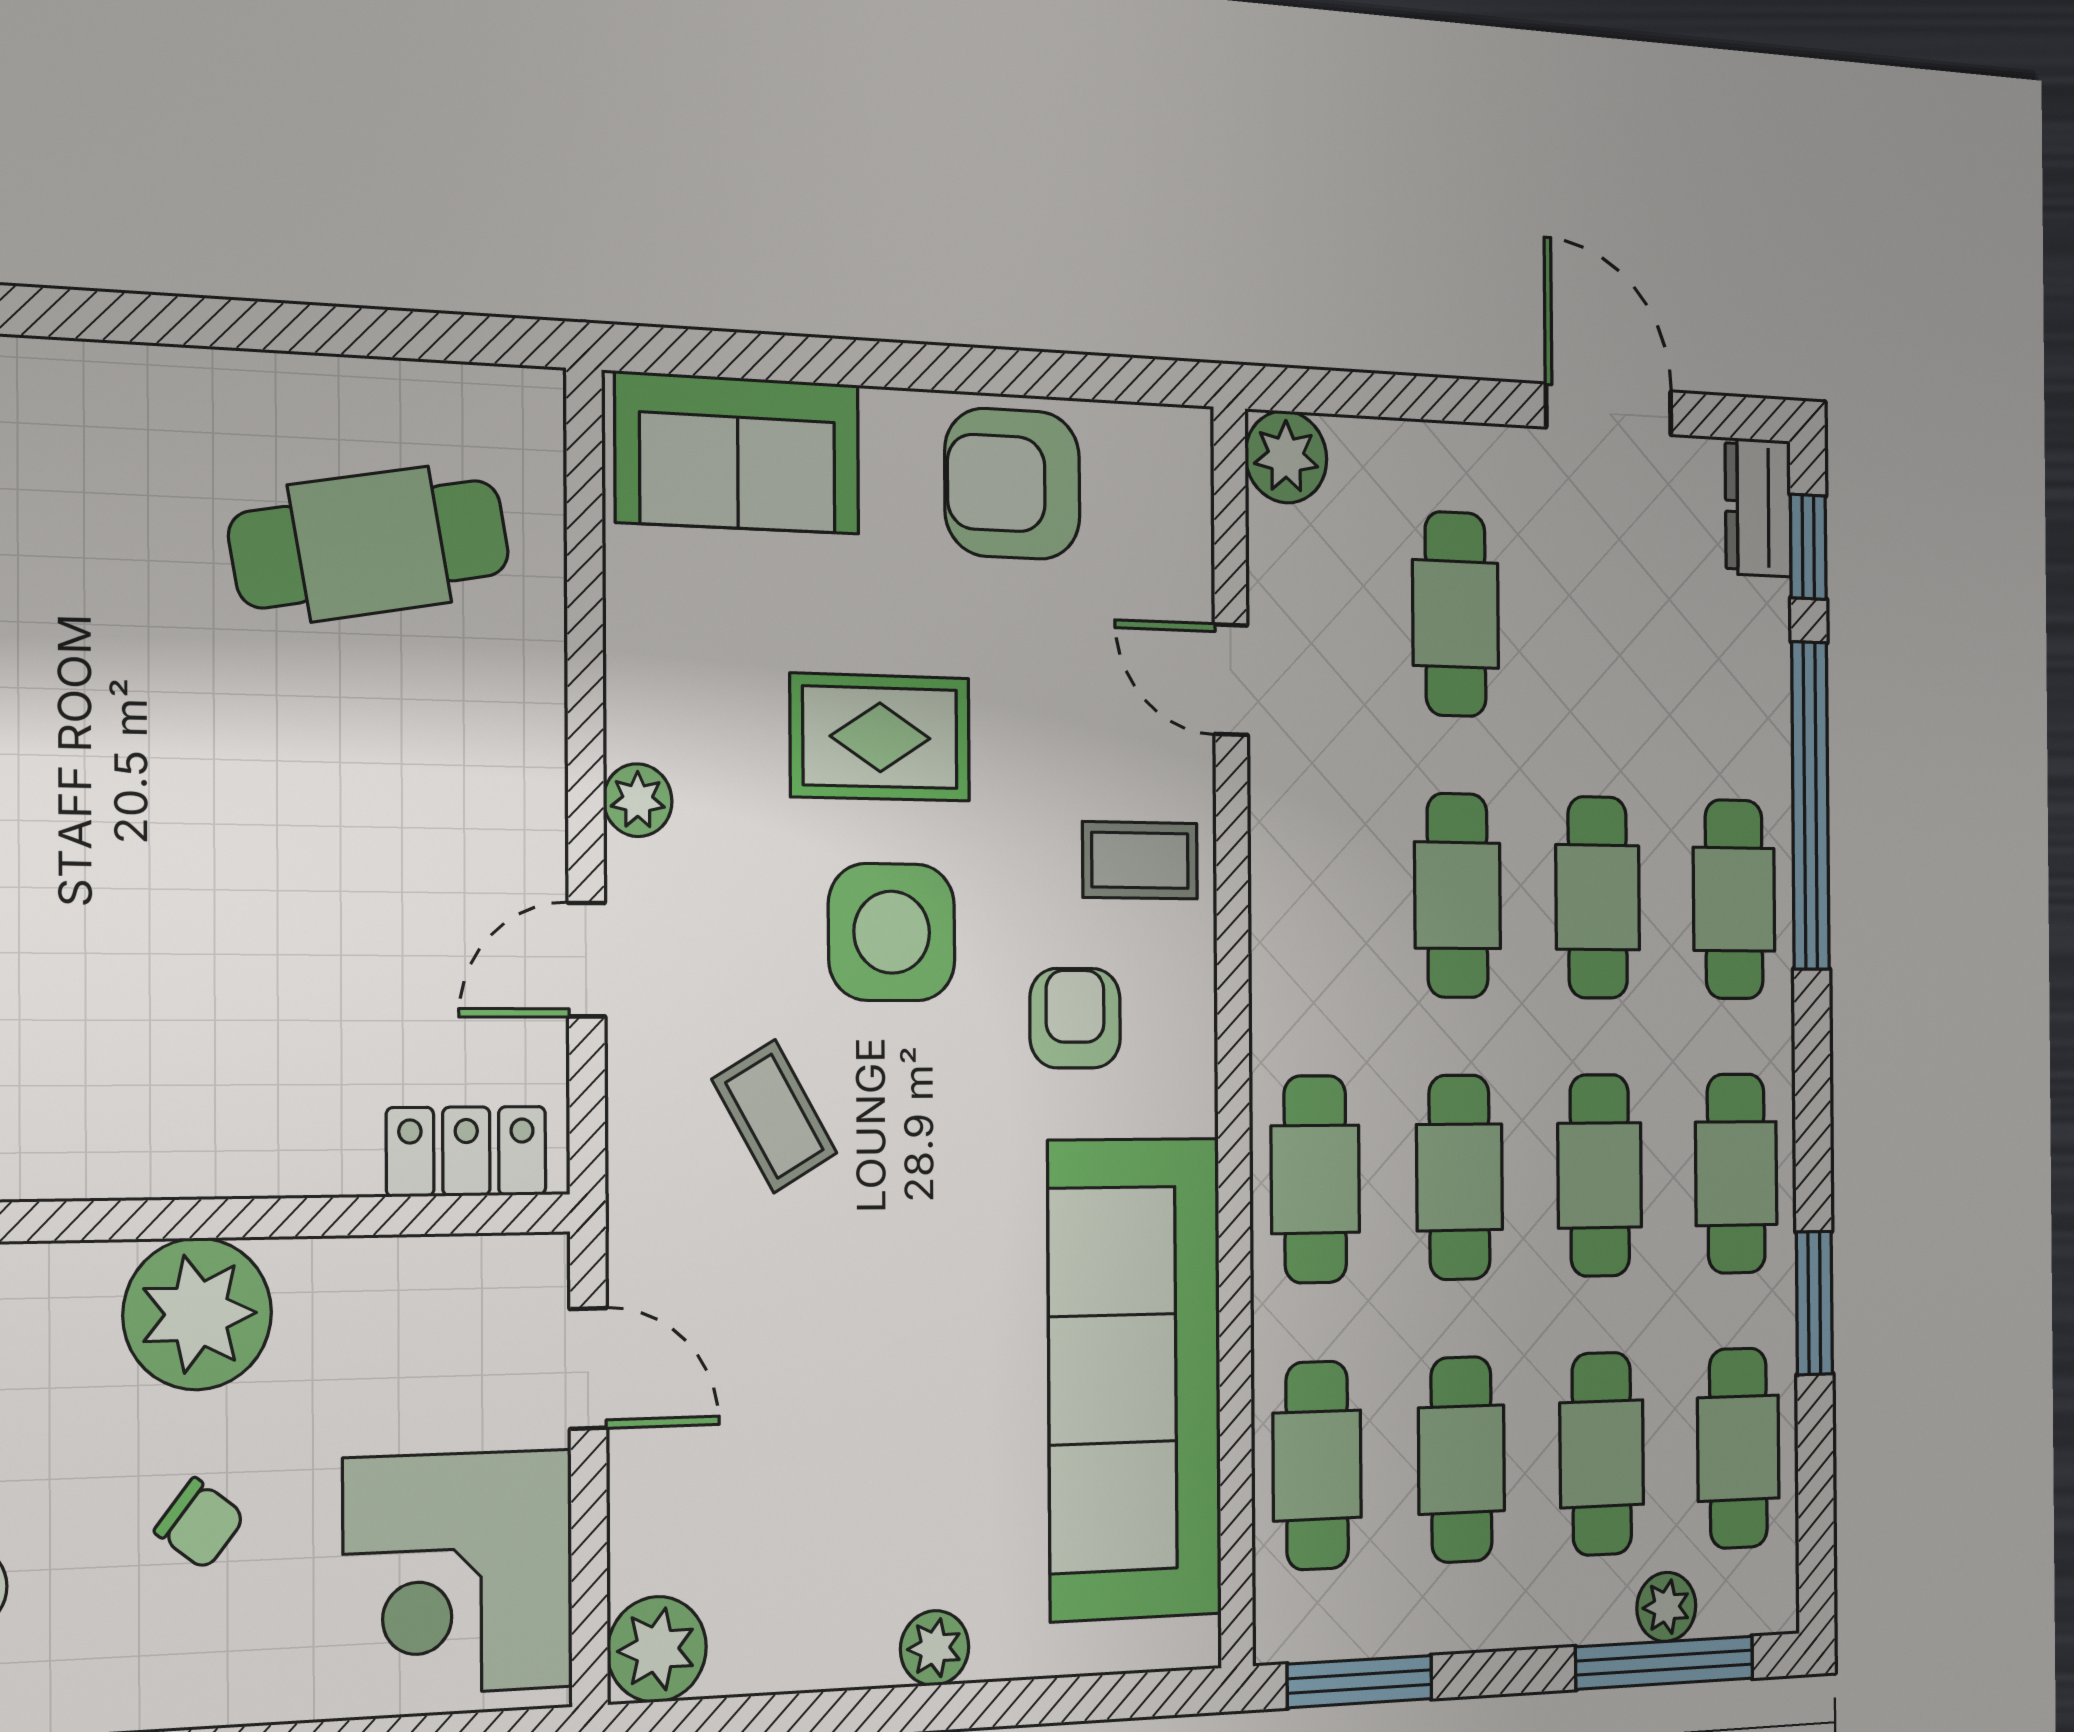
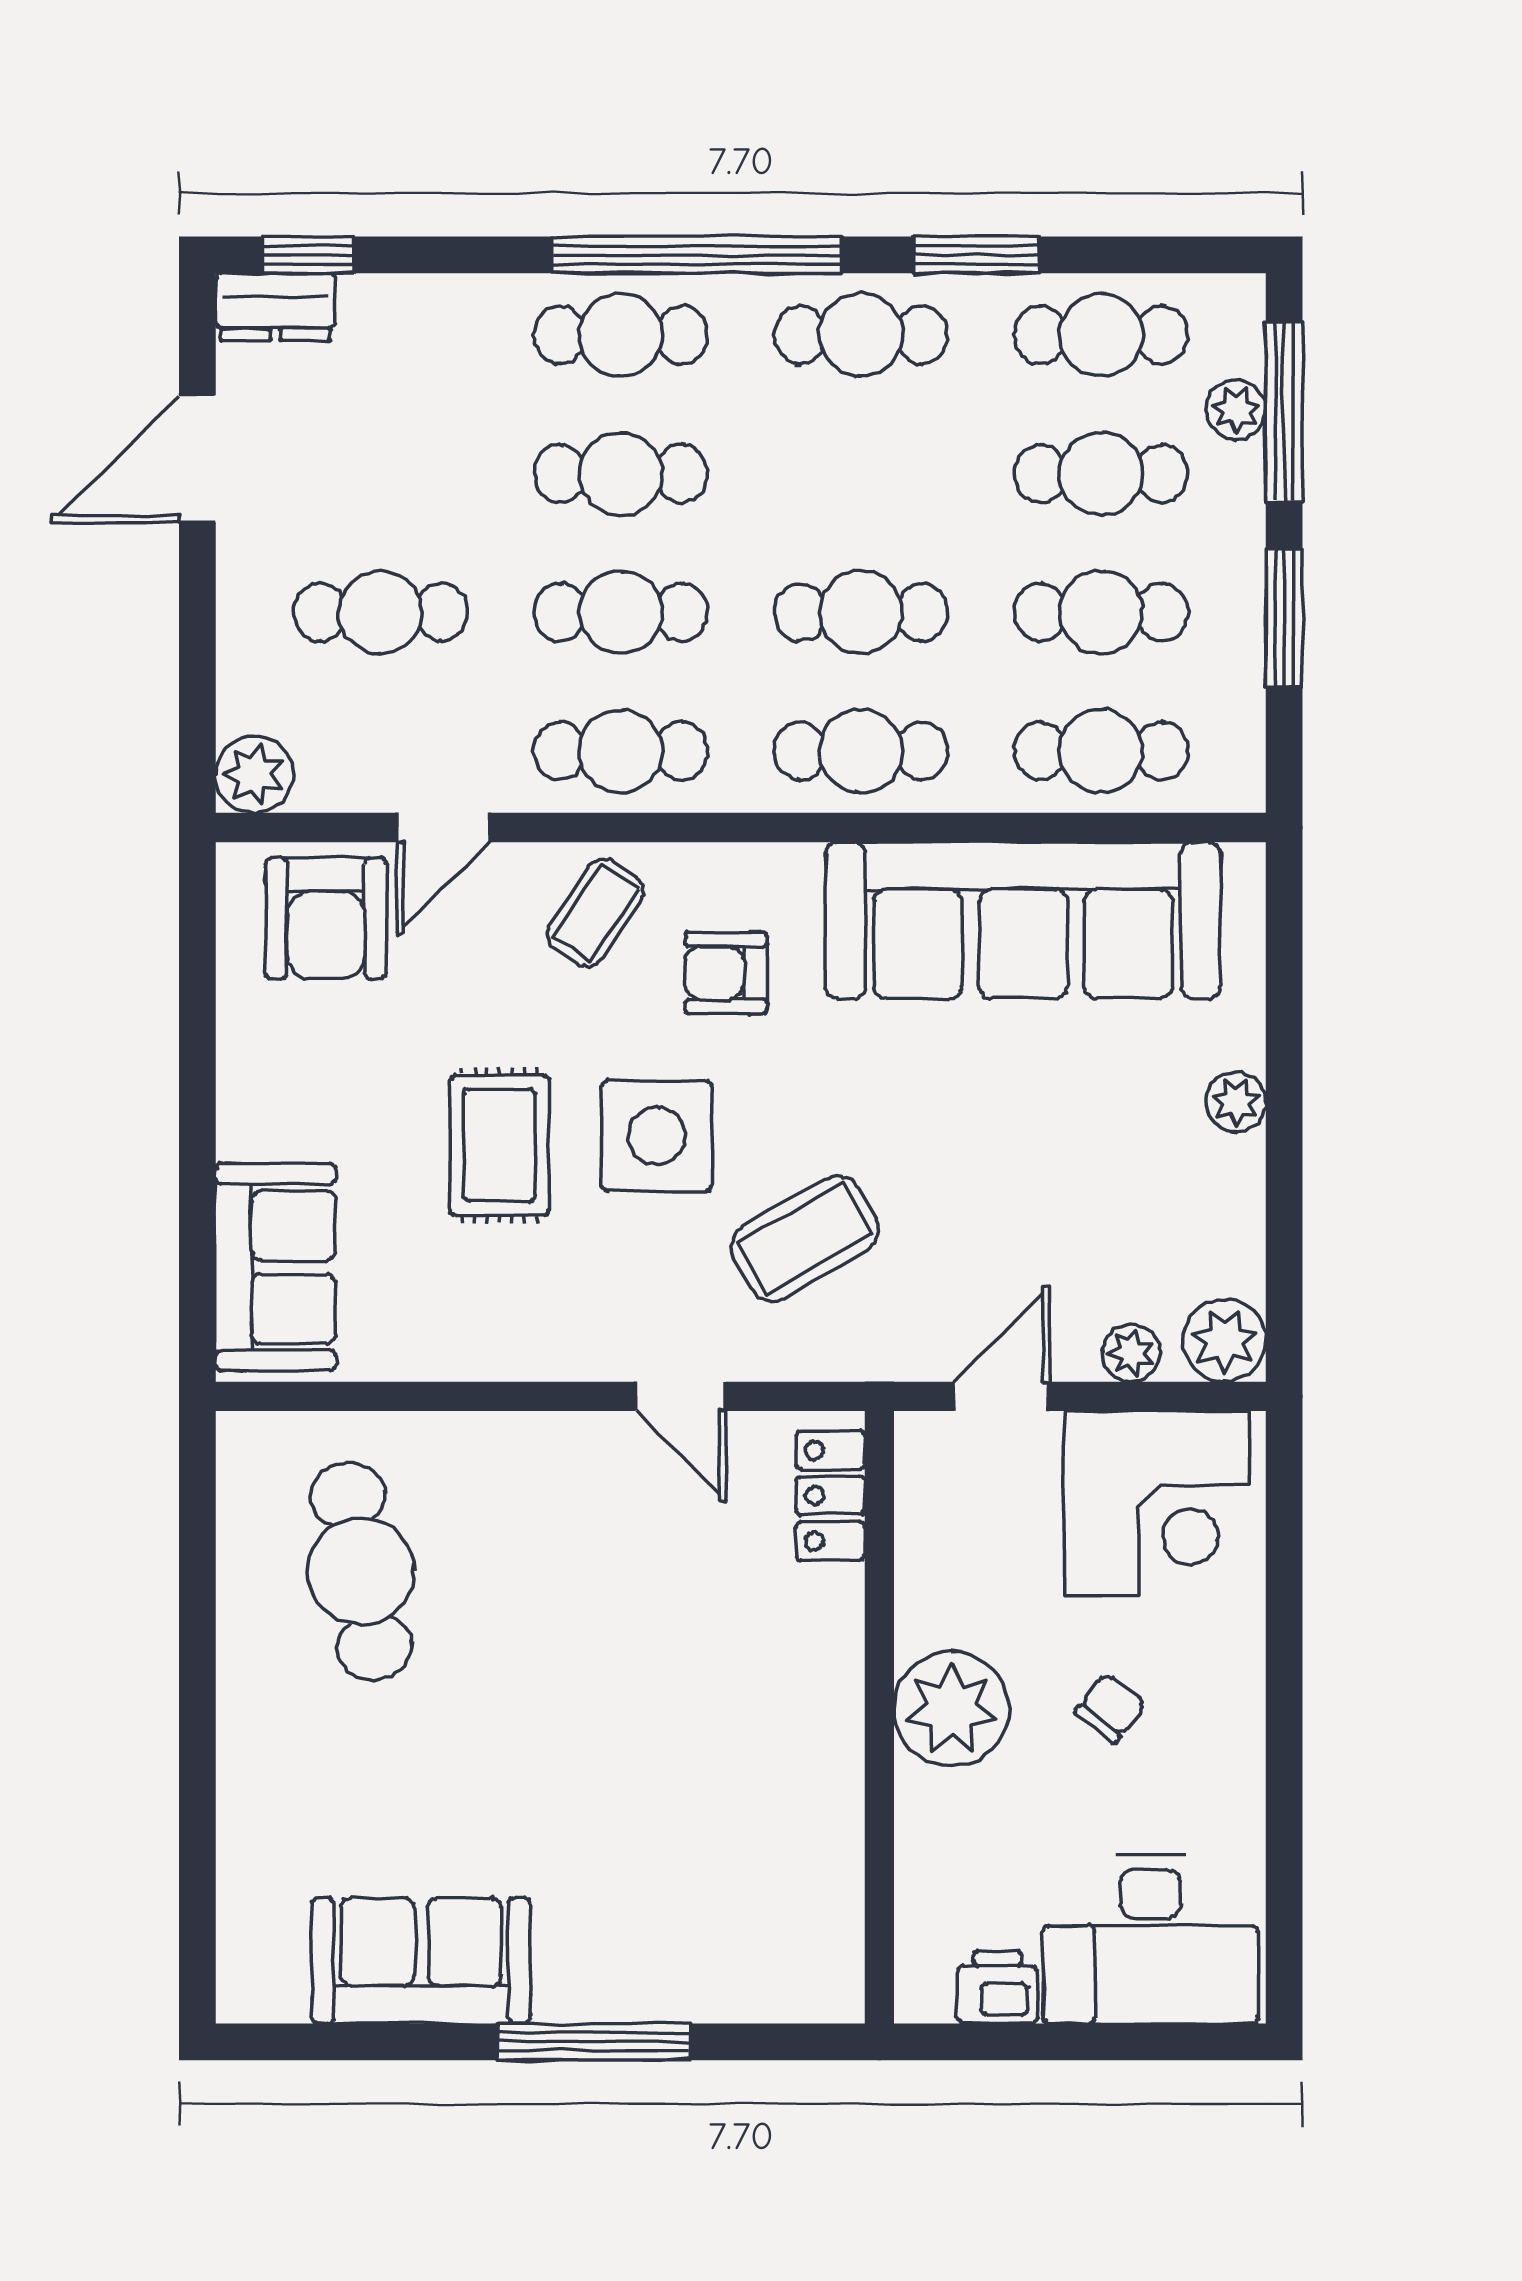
armchair: (1012, 484) -> (326, 918), moved
plant: (638, 800) -> (1131, 1353), moved
window: (1810, 806) -> (697, 255), moved
coffee table: (1140, 860) -> (595, 913), turned 34
coffee table: (775, 1116) -> (805, 1238), width x1.36, depth x1.30
cafe table: (1600, 1175) -> (621, 751), moved
window: (1360, 1682) -> (1284, 618), moved

